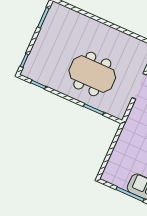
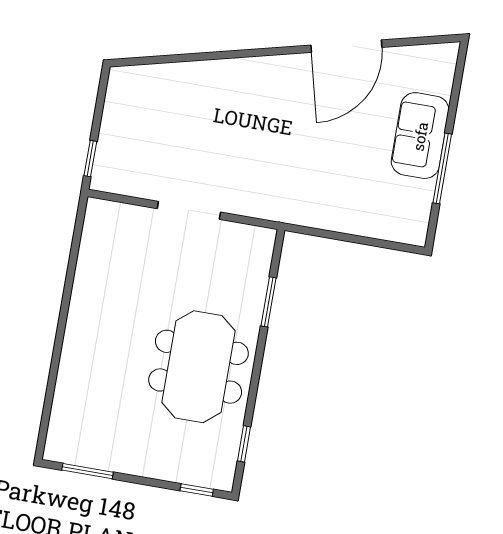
meeting table: (92, 74) -> (198, 367), moved

